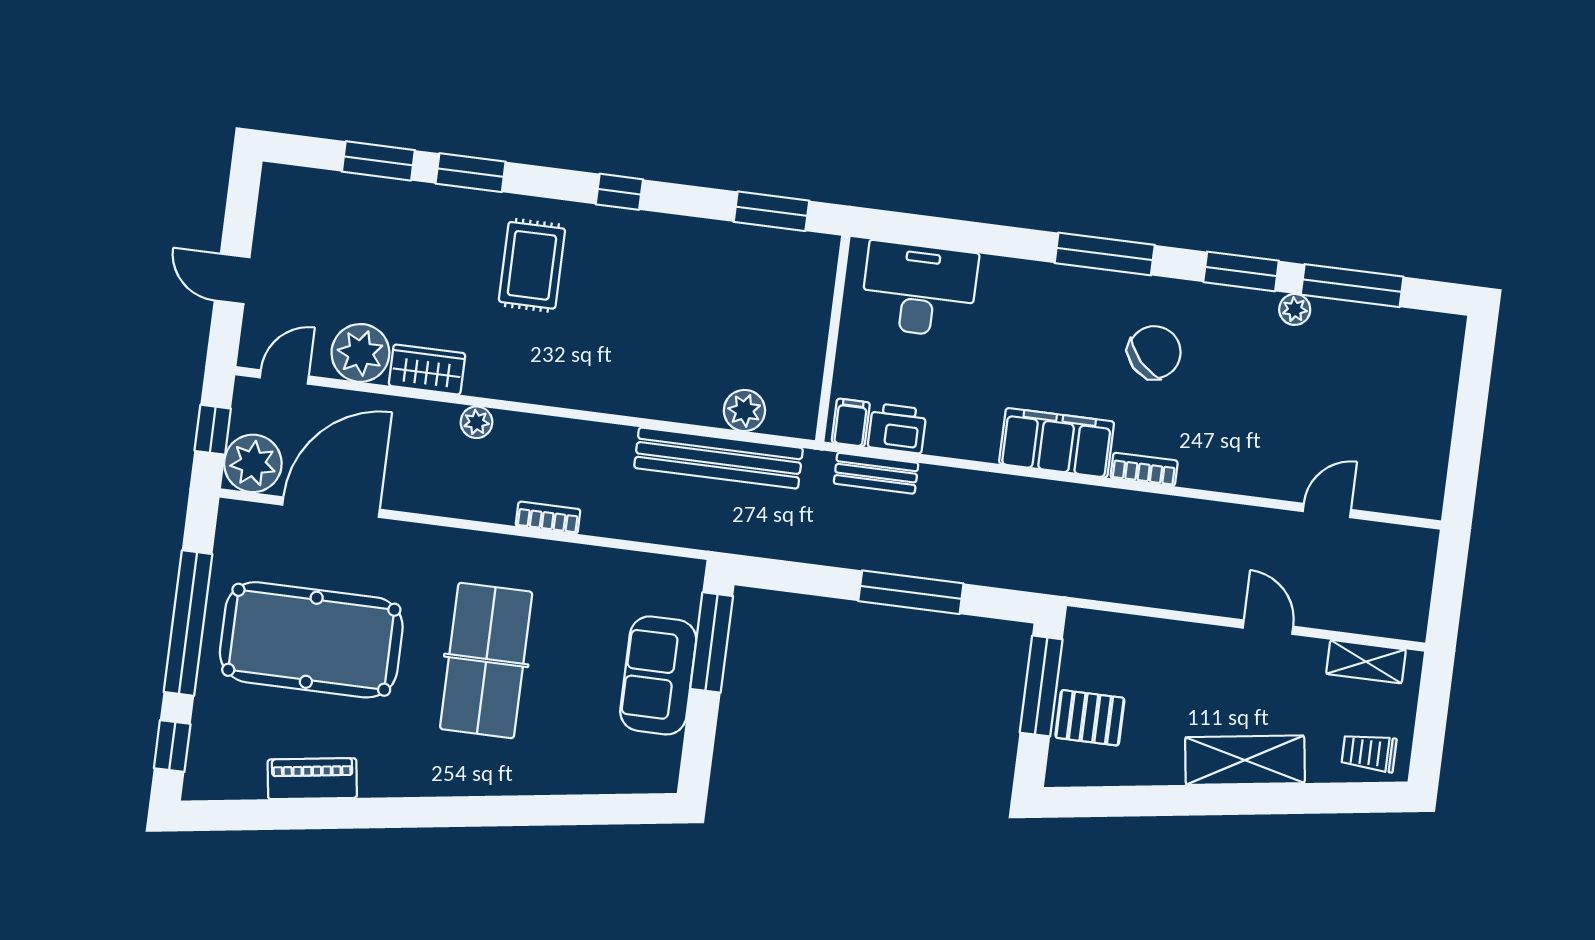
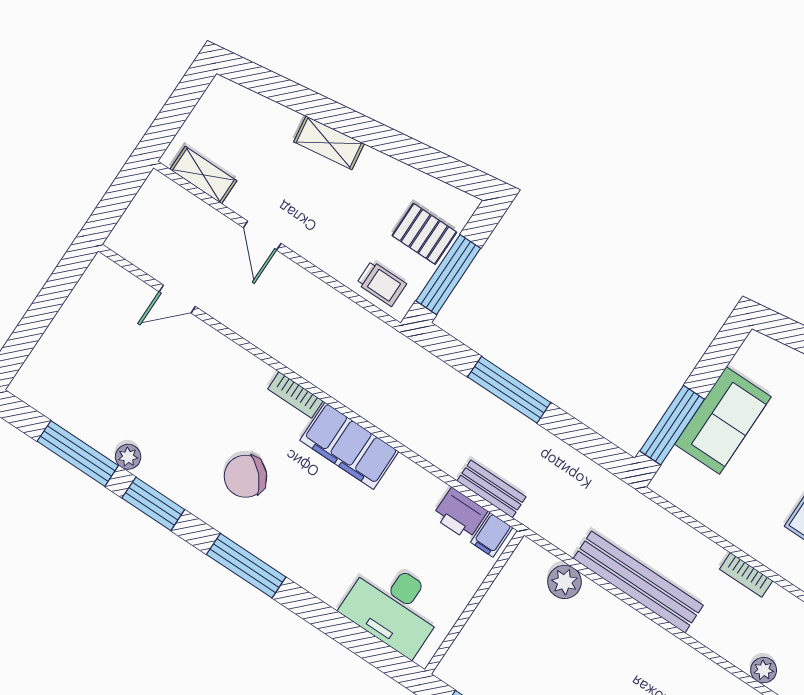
bench: (719, 458) -> (638, 582), moved
trolley: (1369, 753) -> (382, 284), moved
shelving: (1245, 760) -> (329, 143), width x0.67, depth x0.75

